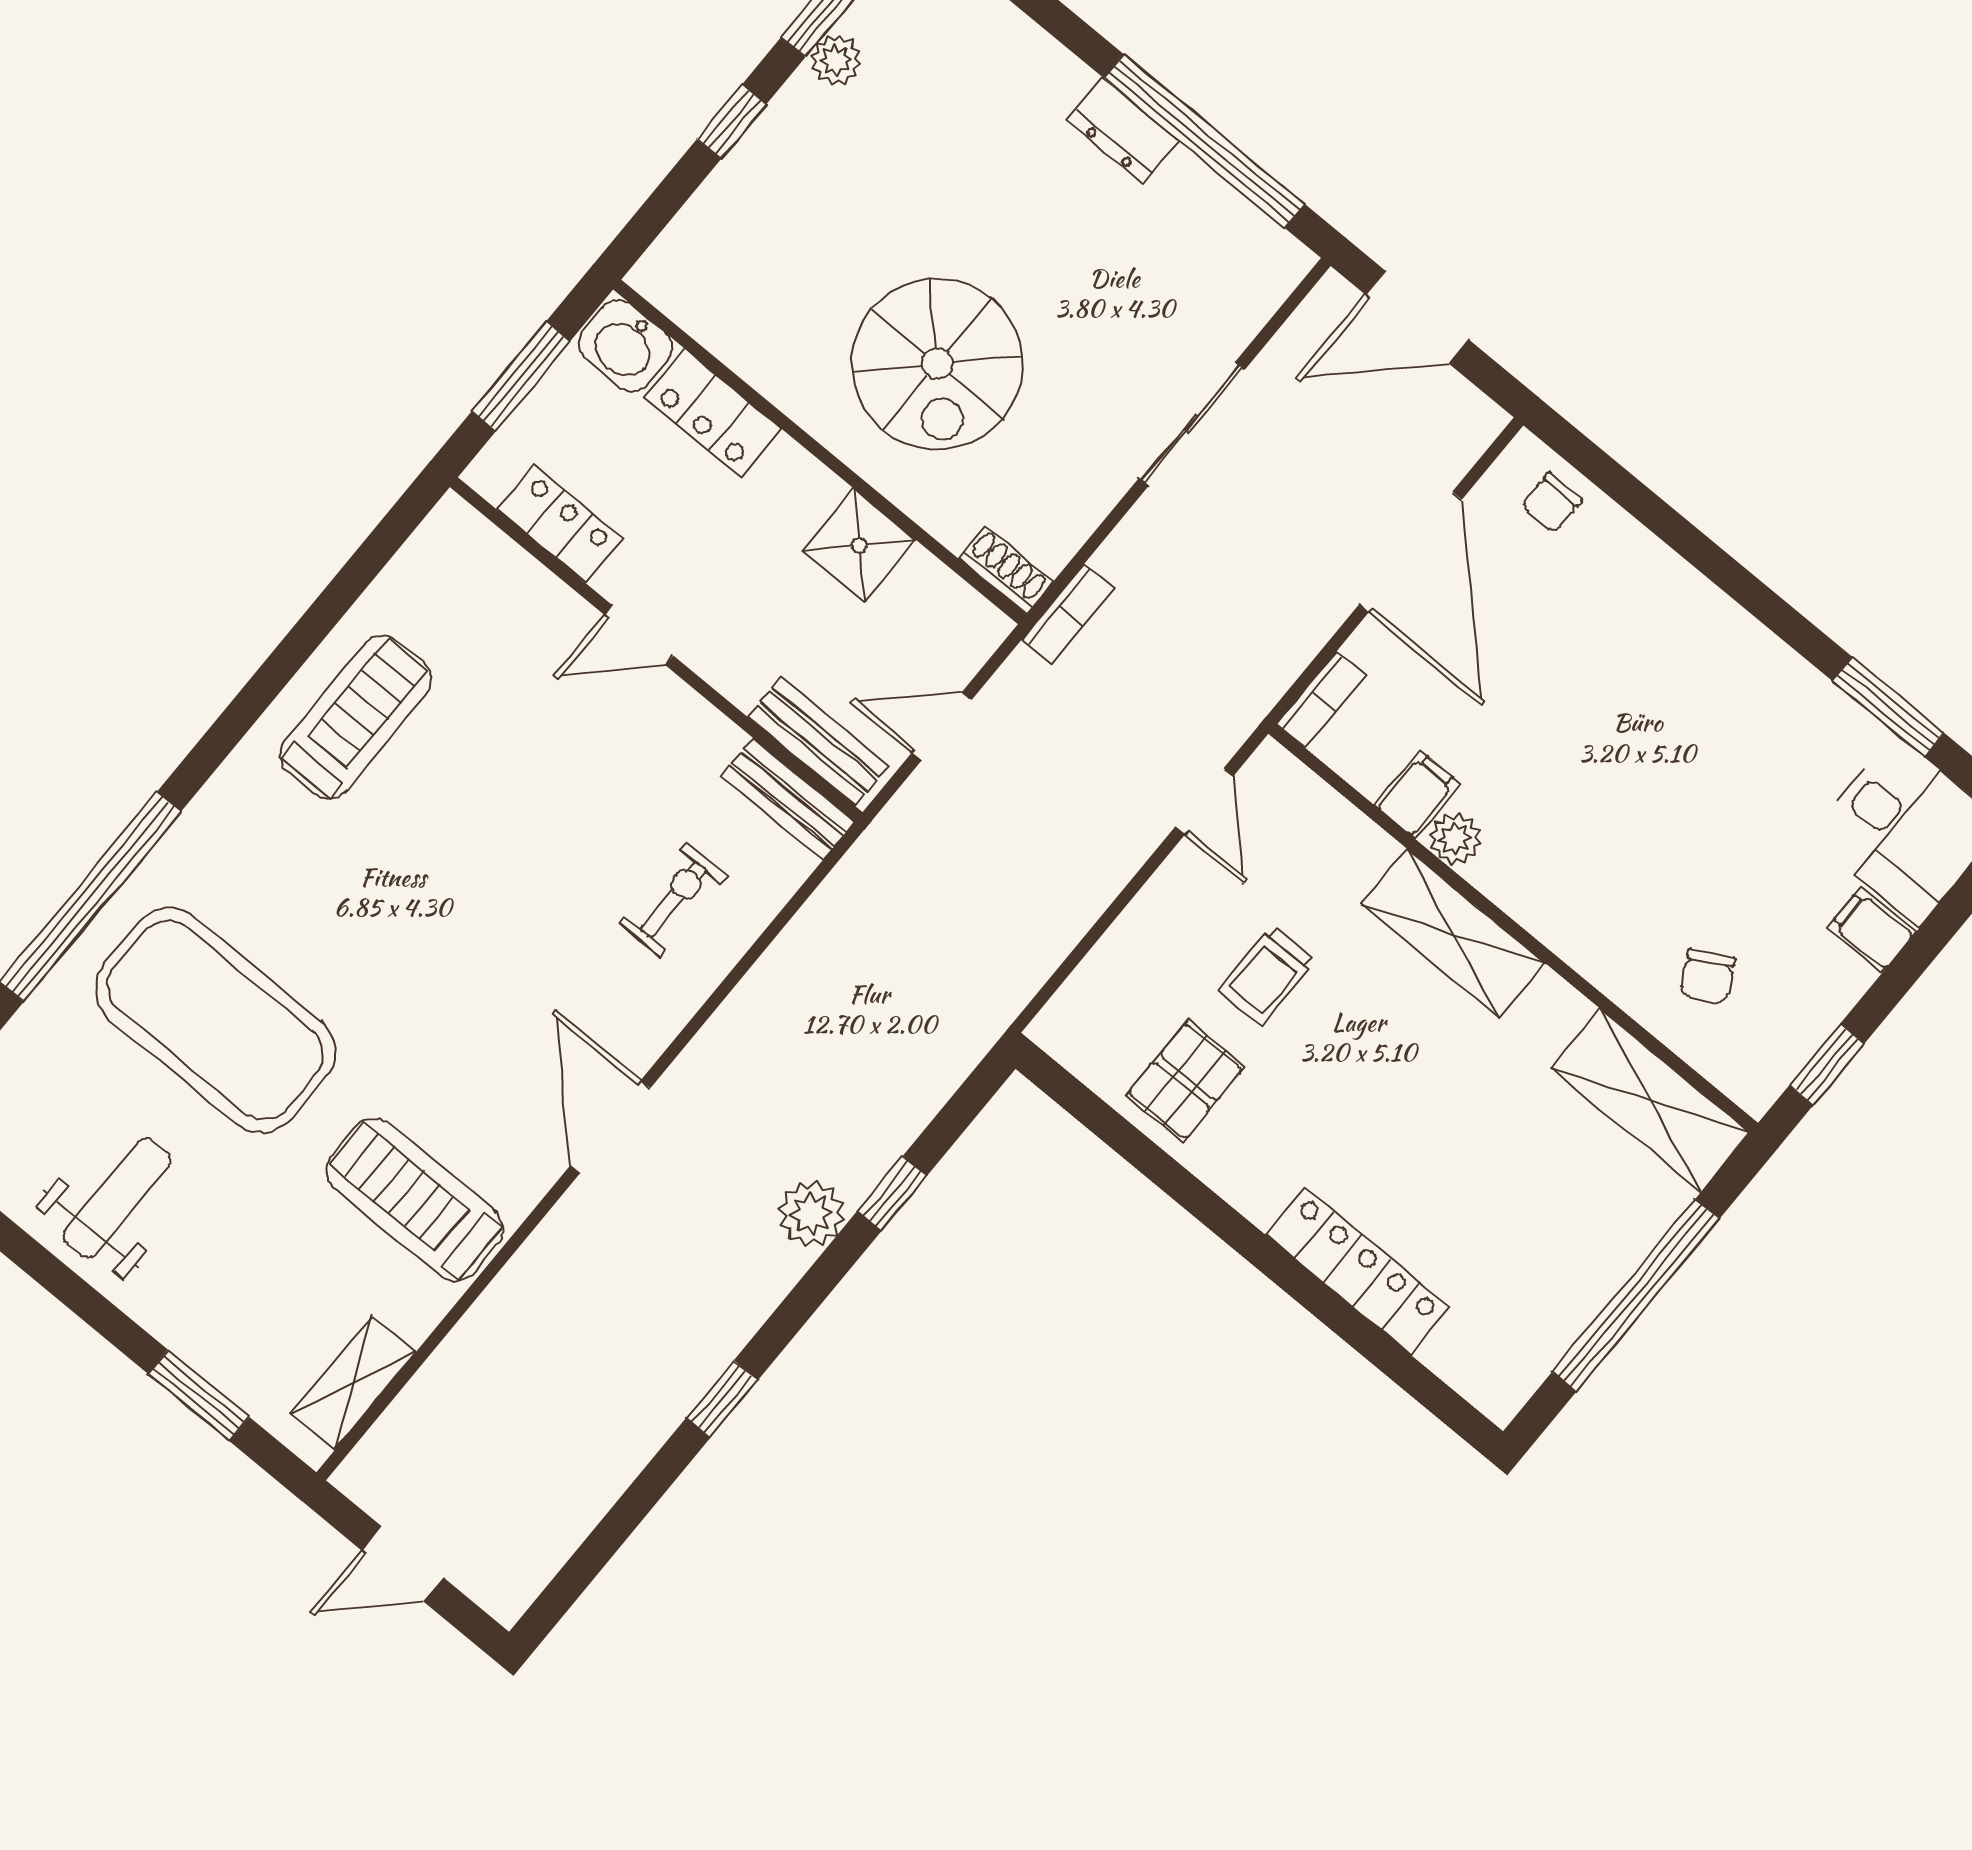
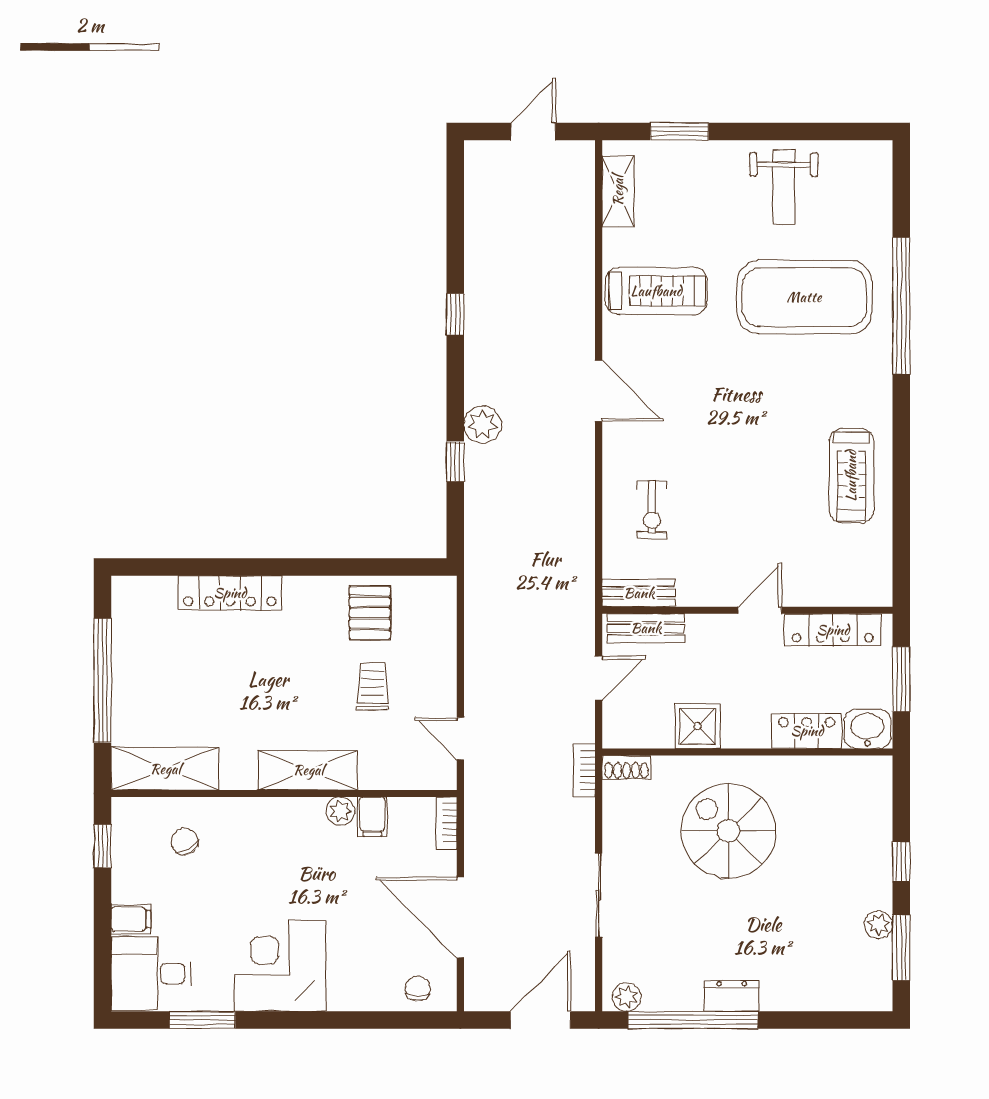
plant: (1270, 250) -> (627, 997), added
locker: (560, 524) -> (833, 630), width x1.53
corner desk: (1718, 693) -> (280, 966), added

